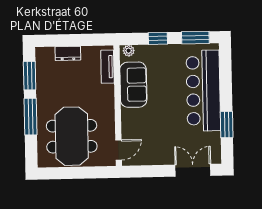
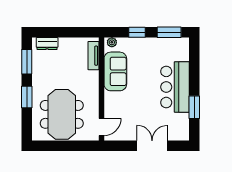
dresser: (68, 53) -> (47, 44), moved
bar counter: (203, 91) -> (175, 87), width x0.73
window: (30, 117) -> (27, 97), width x0.69
double door: (193, 170) -> (152, 146), moved

